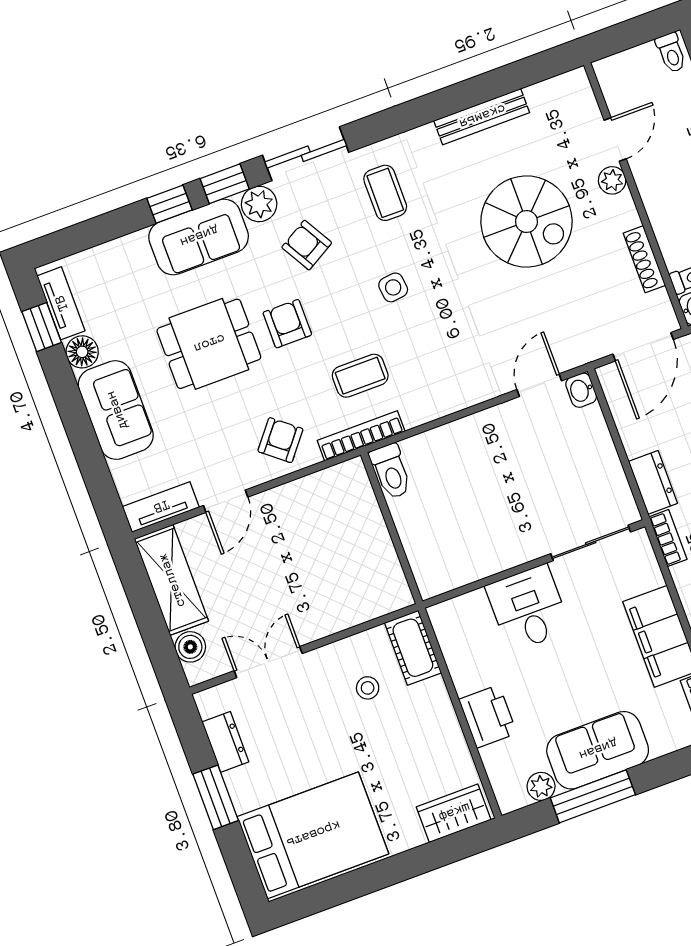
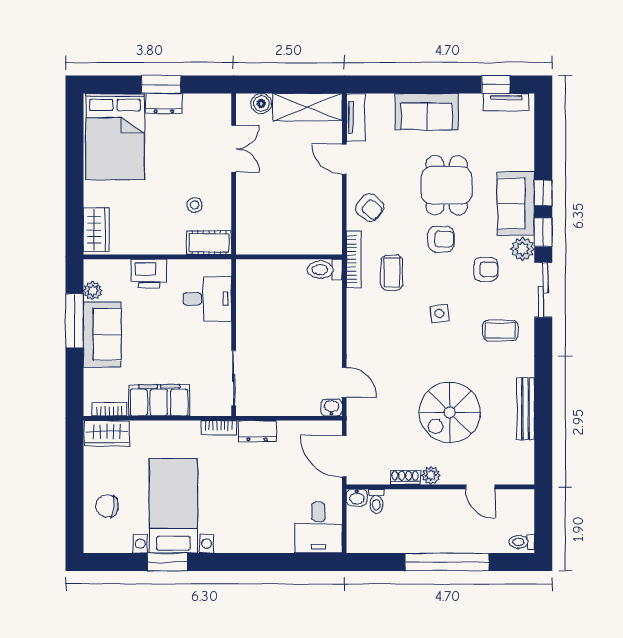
plant: (612, 180) -> (431, 475), moved
armchair: (307, 245) -> (486, 269), turned 30
shoe rack: (644, 259) -> (405, 477), width x0.70
floor lamp: (82, 352) -> (471, 104), removed
desk: (528, 608) -> (207, 299), moved
dresser: (225, 742) -> (164, 103), moved

